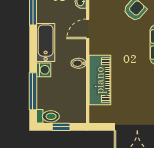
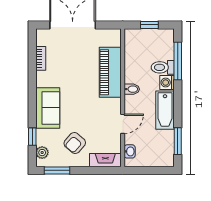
toilet: (48, 116) -> (163, 67), moved

